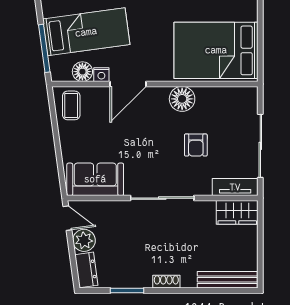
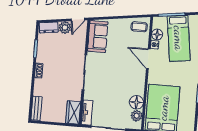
plant: (233, 97) -> (137, 116), added
floor lamp: (182, 99) -> (136, 102), moved
armchair: (196, 145) -> (112, 93), removed
bench: (227, 280) -> (36, 108), width x0.73

